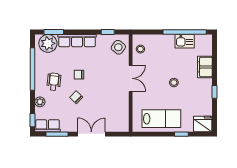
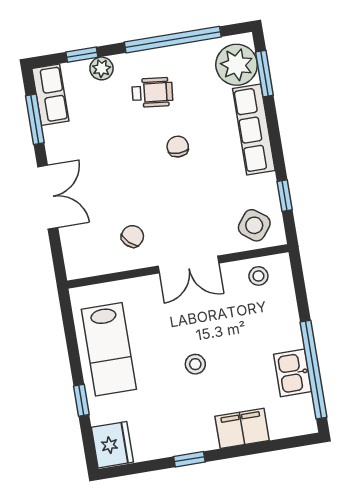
chair: (76, 97) -> (132, 236), moved
window: (33, 120) -> (82, 55), moved

